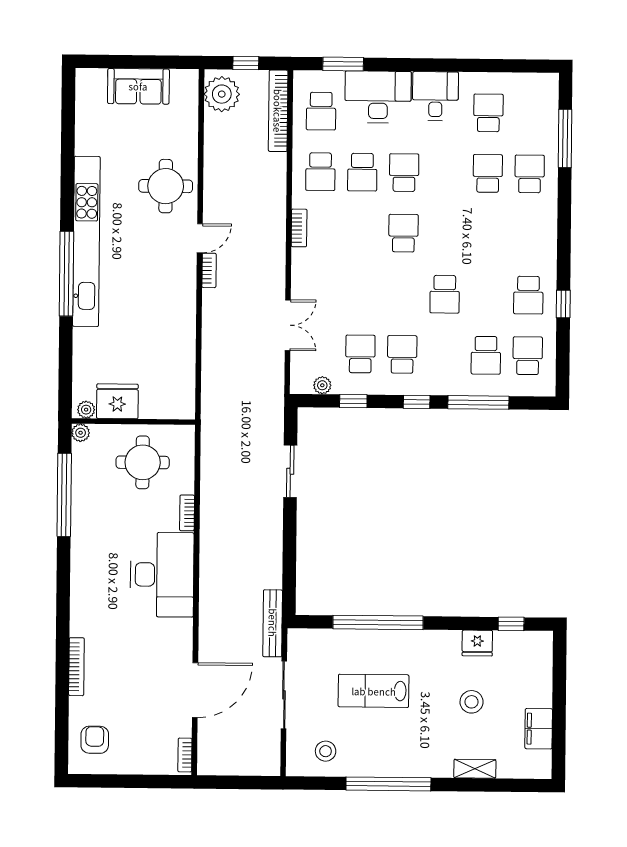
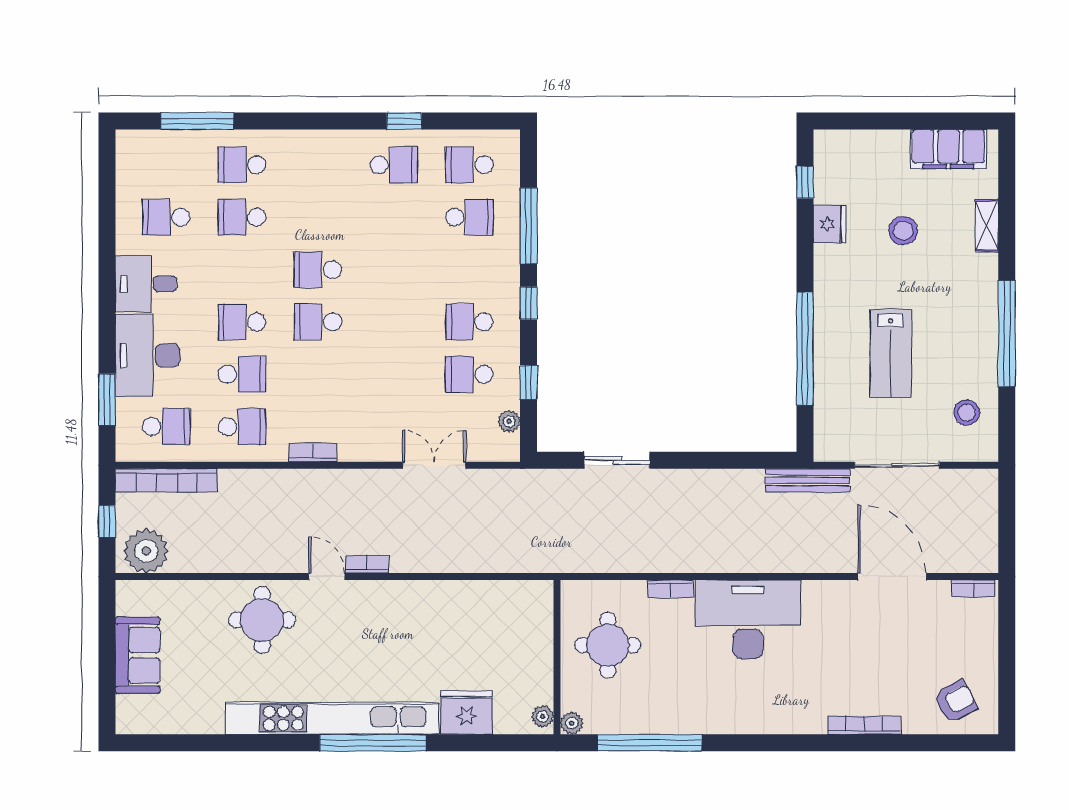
school desk: (445, 294) -> (318, 270), moved, turned 180
fridge: (117, 401) -> (467, 713), moved, turned 90
filing cabinet: (539, 729) -> (948, 149), width x1.50, depth x1.17
armchair: (95, 740) -> (955, 701), turned 152

